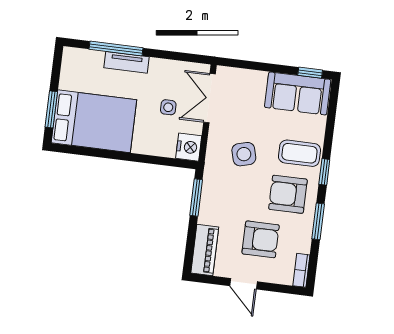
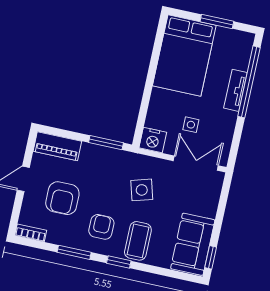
window: (116, 49) -> (249, 82), width x1.46
window: (51, 109) -> (217, 22), moved
armchair: (288, 194) -> (101, 227), width x0.72, depth x0.72

